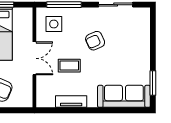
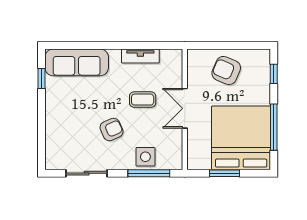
side table: (54, 24) -> (145, 157), moved
window: (153, 83) -> (42, 78), width x0.67

